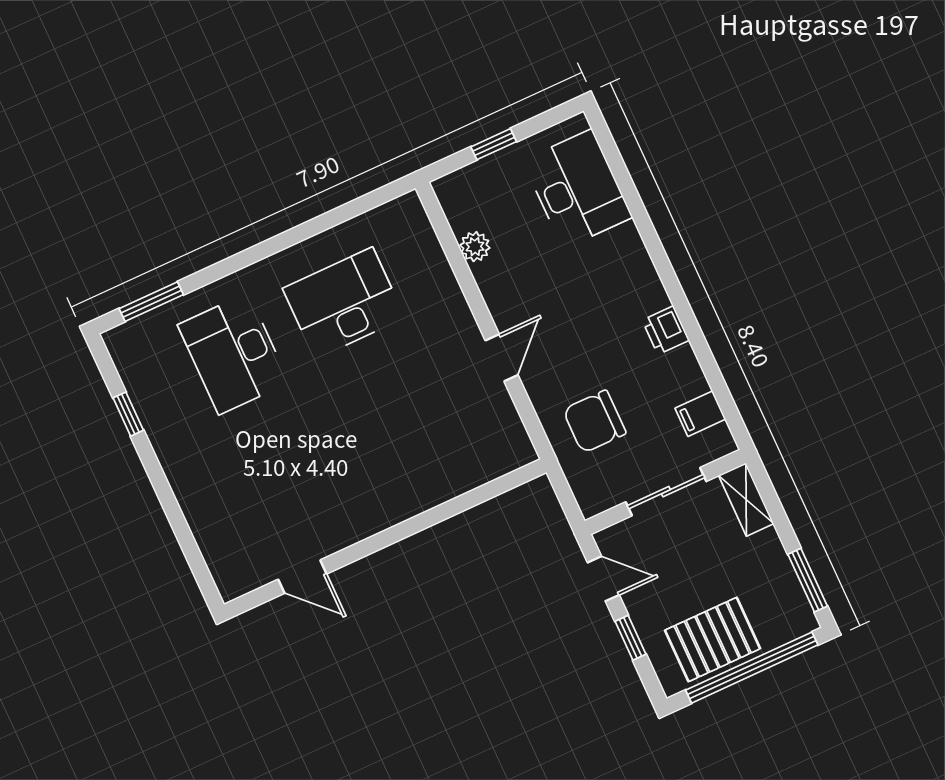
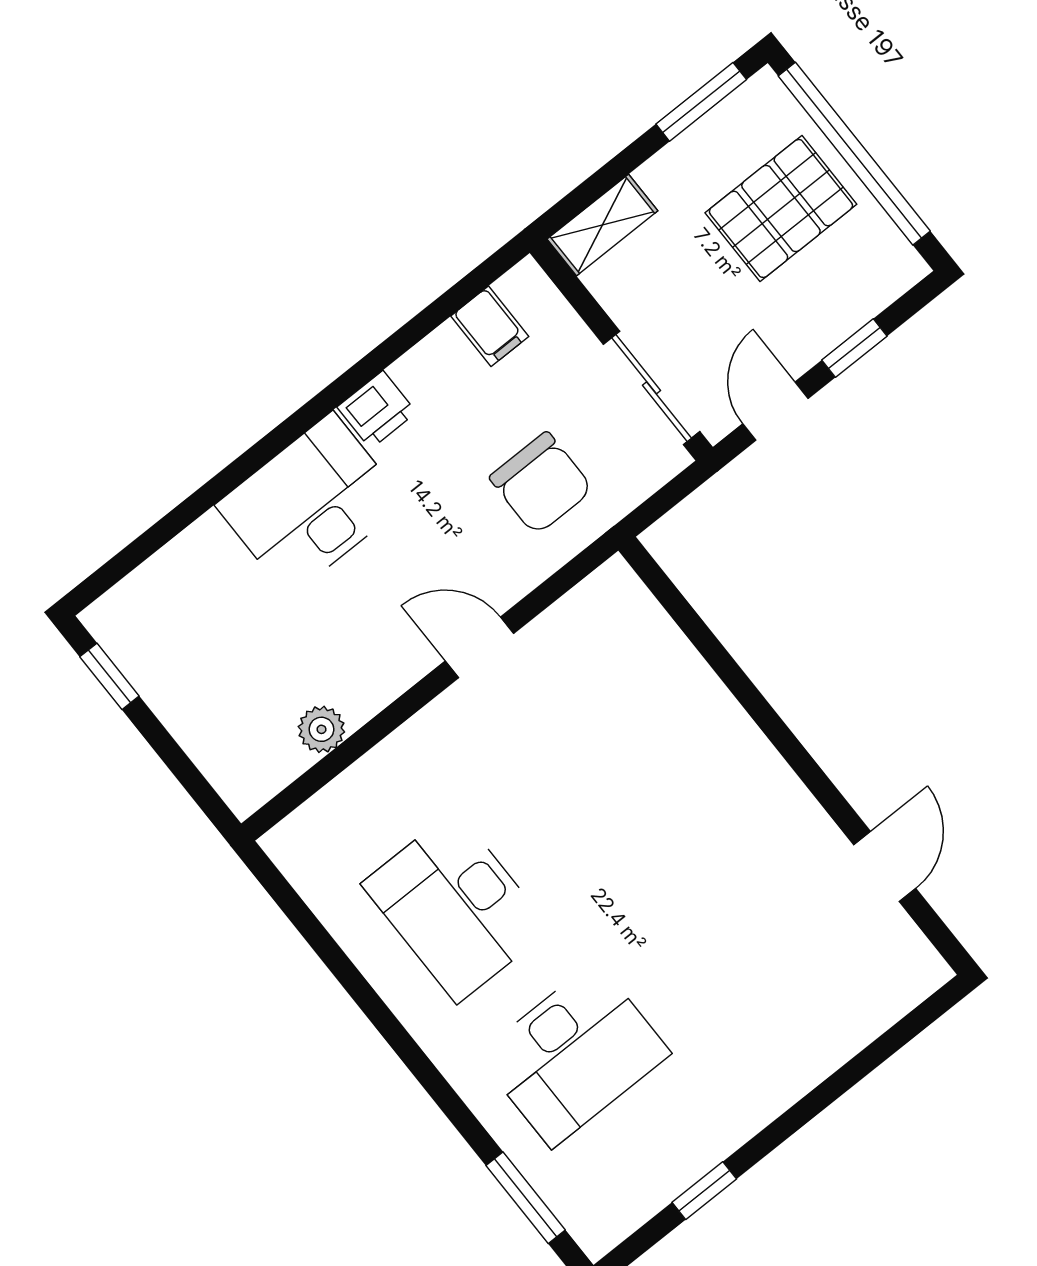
window: (494, 144) -> (109, 676), moved
desk: (577, 189) -> (311, 504), moved
sliding door: (666, 492) -> (652, 388), moved
pallet: (713, 639) -> (781, 208), moved, turned 90

